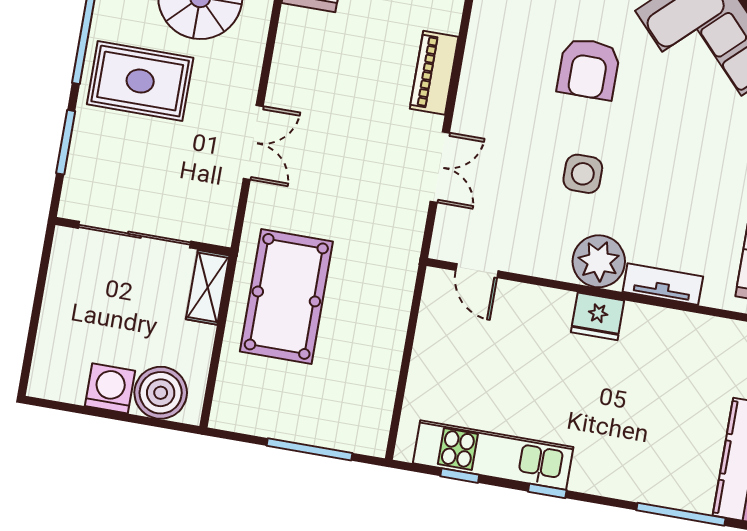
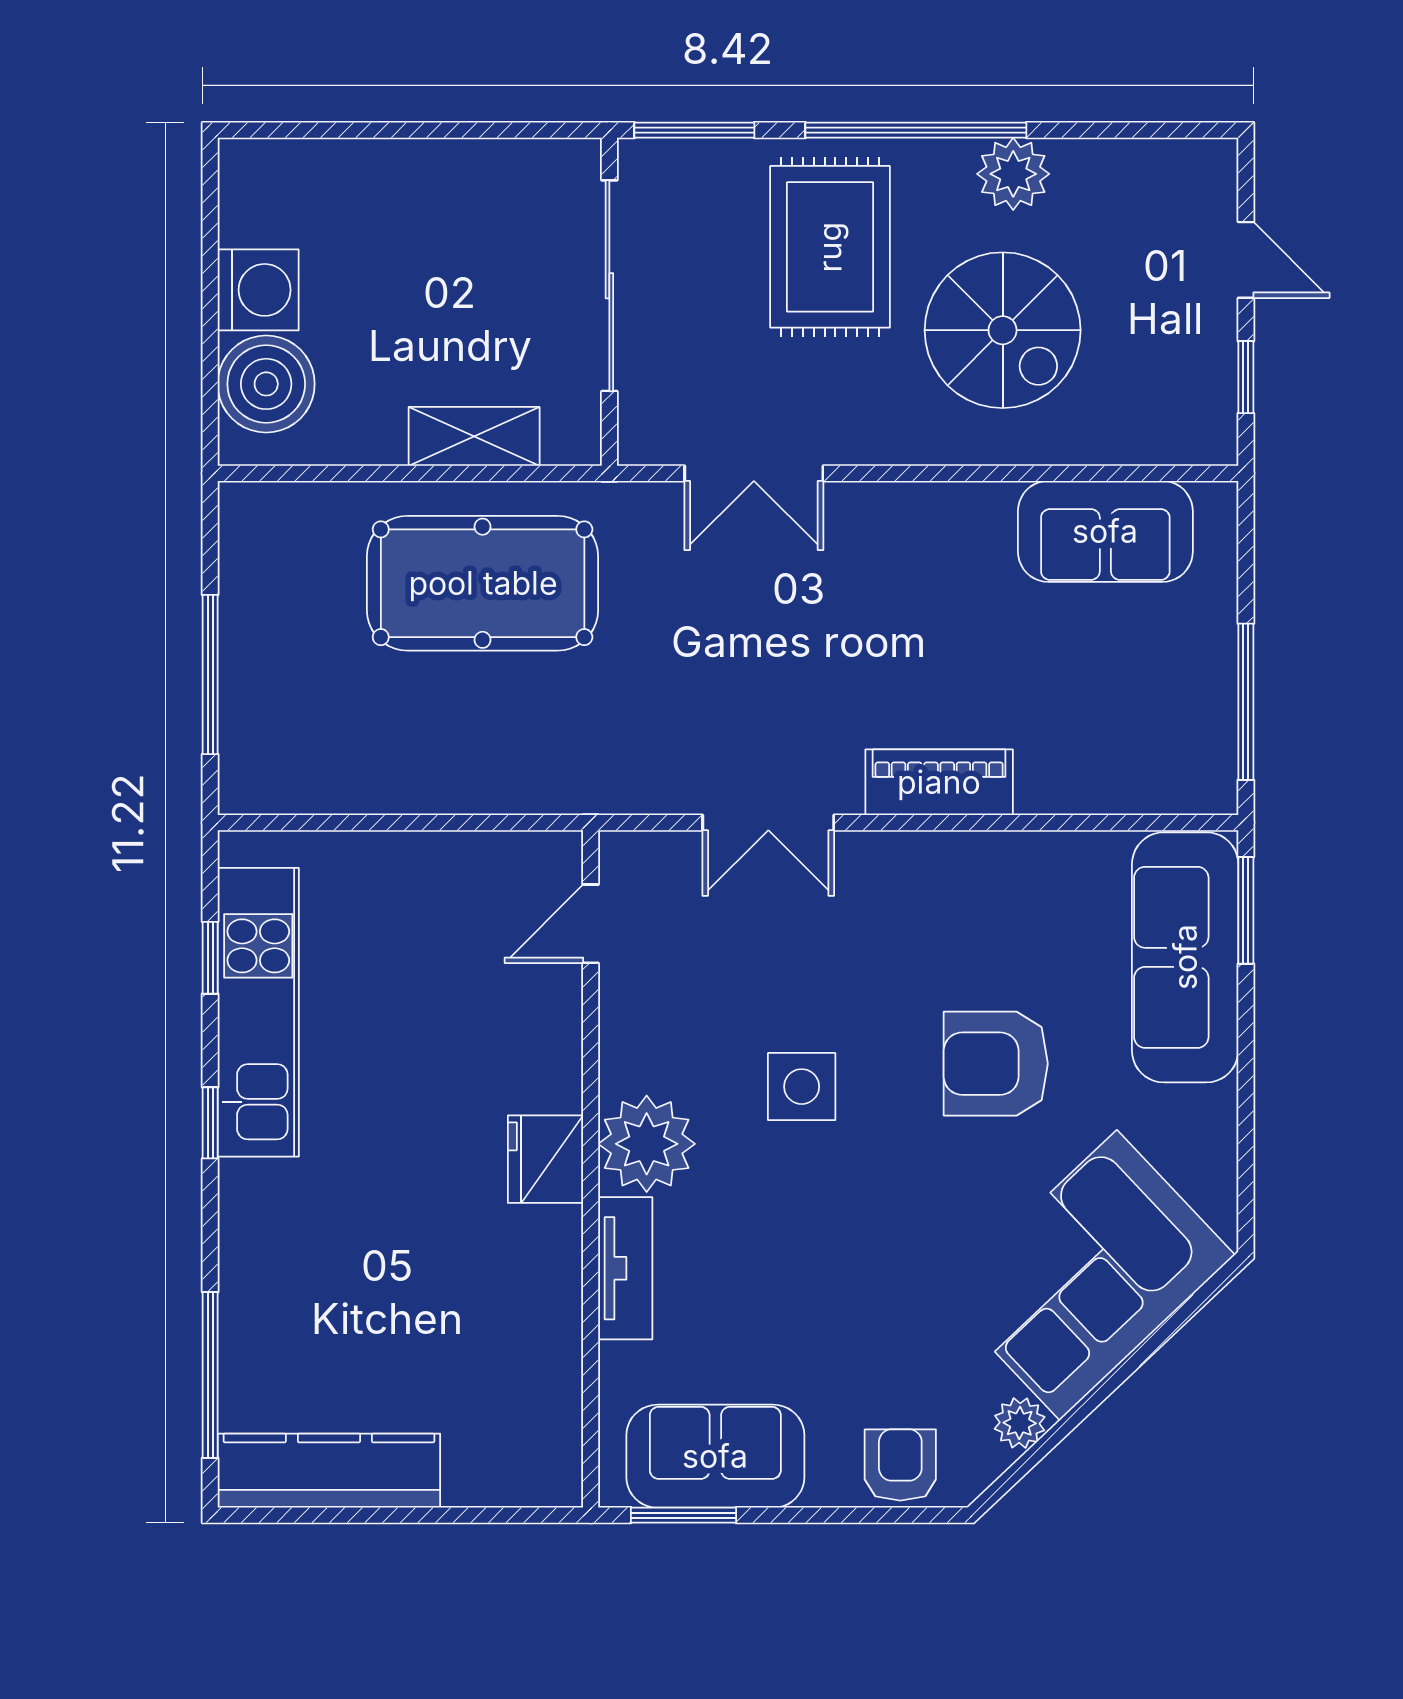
sliding door: (135, 235) -> (609, 286), moved
wall: (143, 236) -> (609, 302), moved

